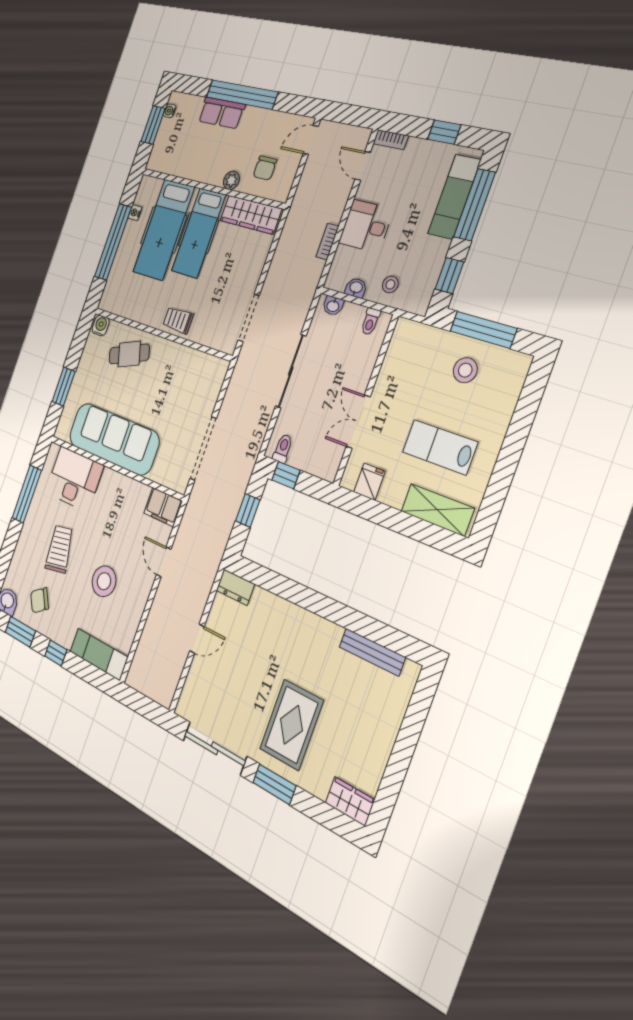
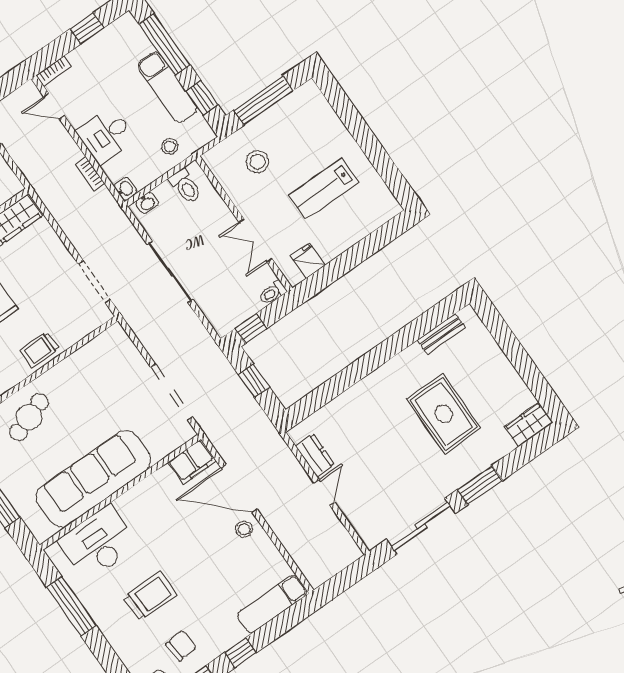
exam couch: (454, 197) -> (167, 87), moved
washbasin: (356, 288) -> (125, 189), moved, turned 90
toilet: (370, 321) -> (186, 186), width x1.37, depth x1.39
stool: (465, 370) -> (257, 162), moved
toilet: (283, 448) -> (273, 292), moved, turned -90
shelving: (437, 510) -> (367, 220), removed
trolley: (59, 549) -> (150, 596), turned 100
door: (164, 562) -> (239, 489), width x1.88
stool: (104, 581) -> (244, 529), moved, width x0.53, depth x0.53
dresser: (235, 587) -> (315, 455), moved, turned -90
chair: (40, 600) -> (181, 646), turned -152
bench: (372, 652) -> (441, 334), width x0.73
rug: (291, 725) -> (444, 414), moved

